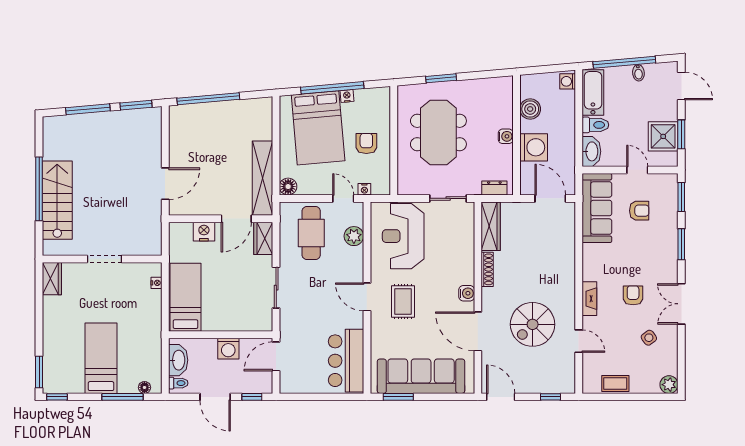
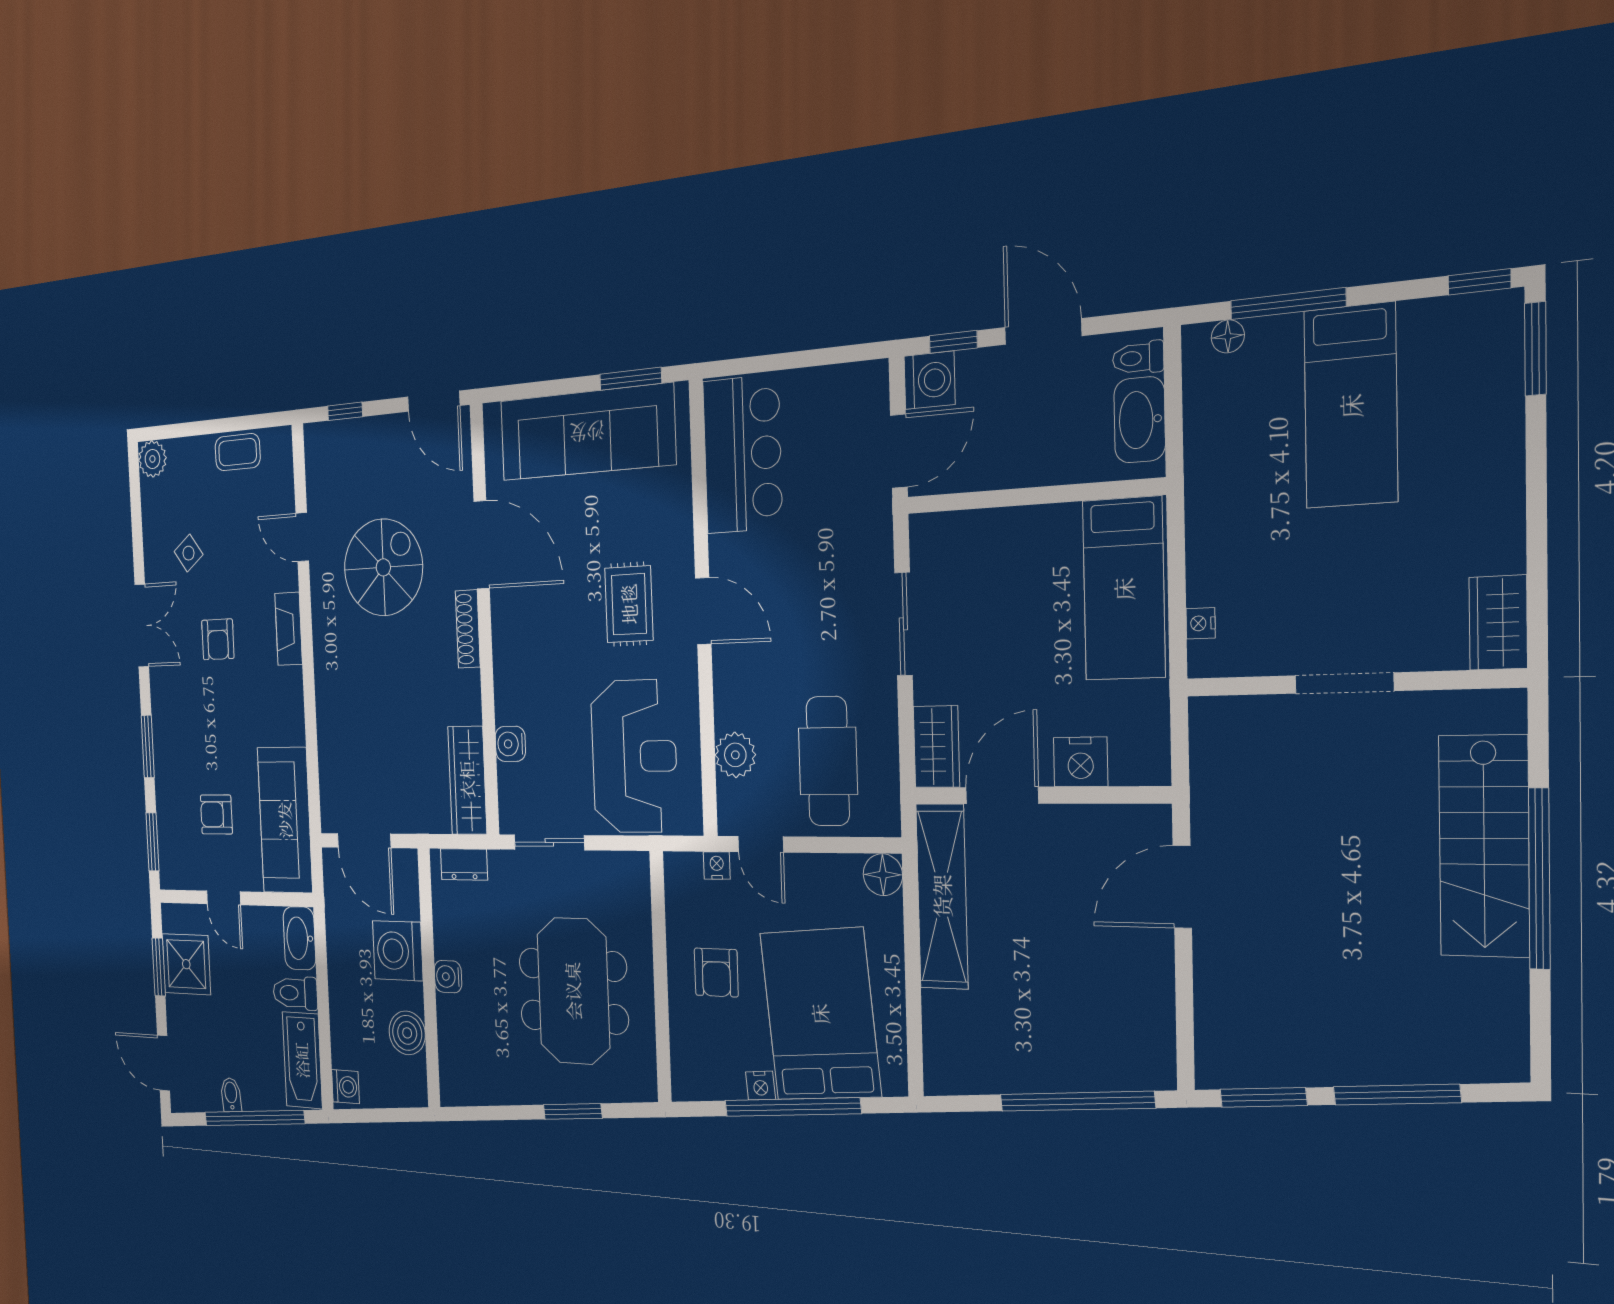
shoe rack: (487, 269) -> (468, 629), moved
water cooler: (467, 293) -> (510, 744), moved
washing machine: (228, 349) -> (929, 380), moved, turned 90

